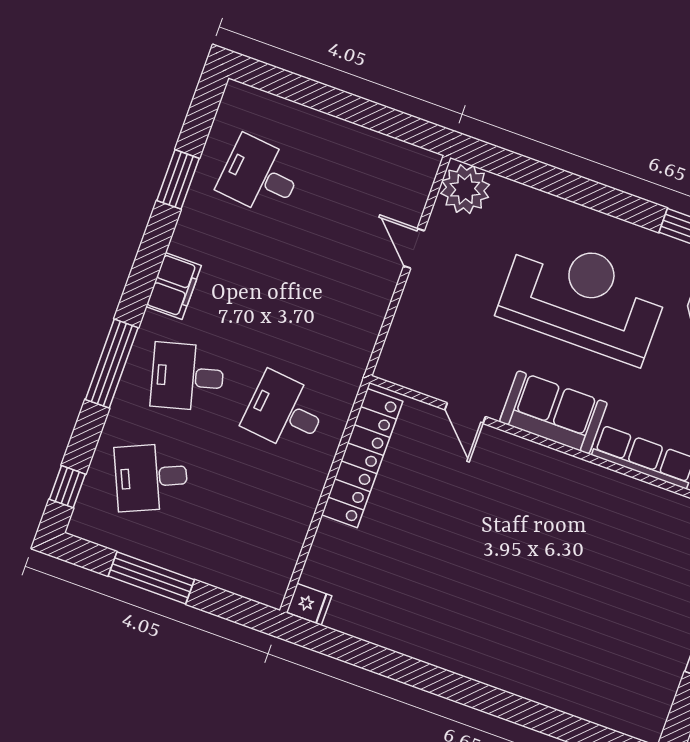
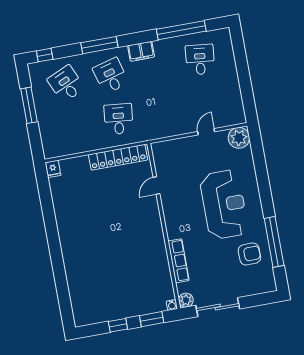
window: (178, 179) -> (181, 30), width x2.11
sofa: (553, 412) -> (176, 218), removed

